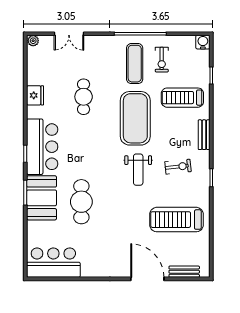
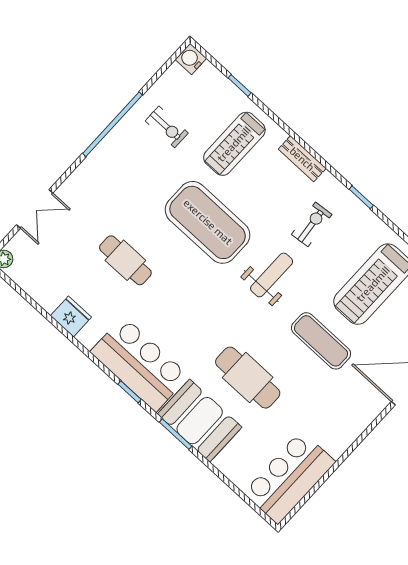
exercise mat: (135, 64) -> (321, 341), moved
weight bench: (138, 170) -> (272, 275), turned -90

